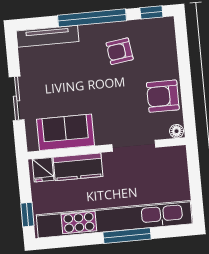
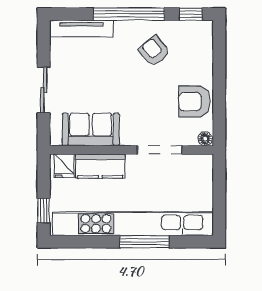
armchair: (120, 51) -> (154, 51), turned 58

